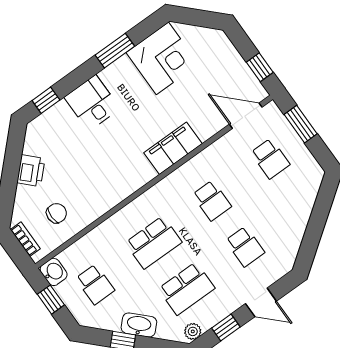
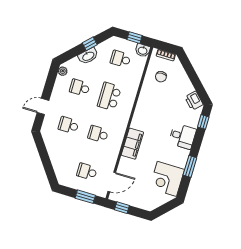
printer: (31, 171) -> (194, 101), moved
school desk: (187, 289) -> (80, 88), width x0.54
window: (226, 328) -> (50, 84), removed

